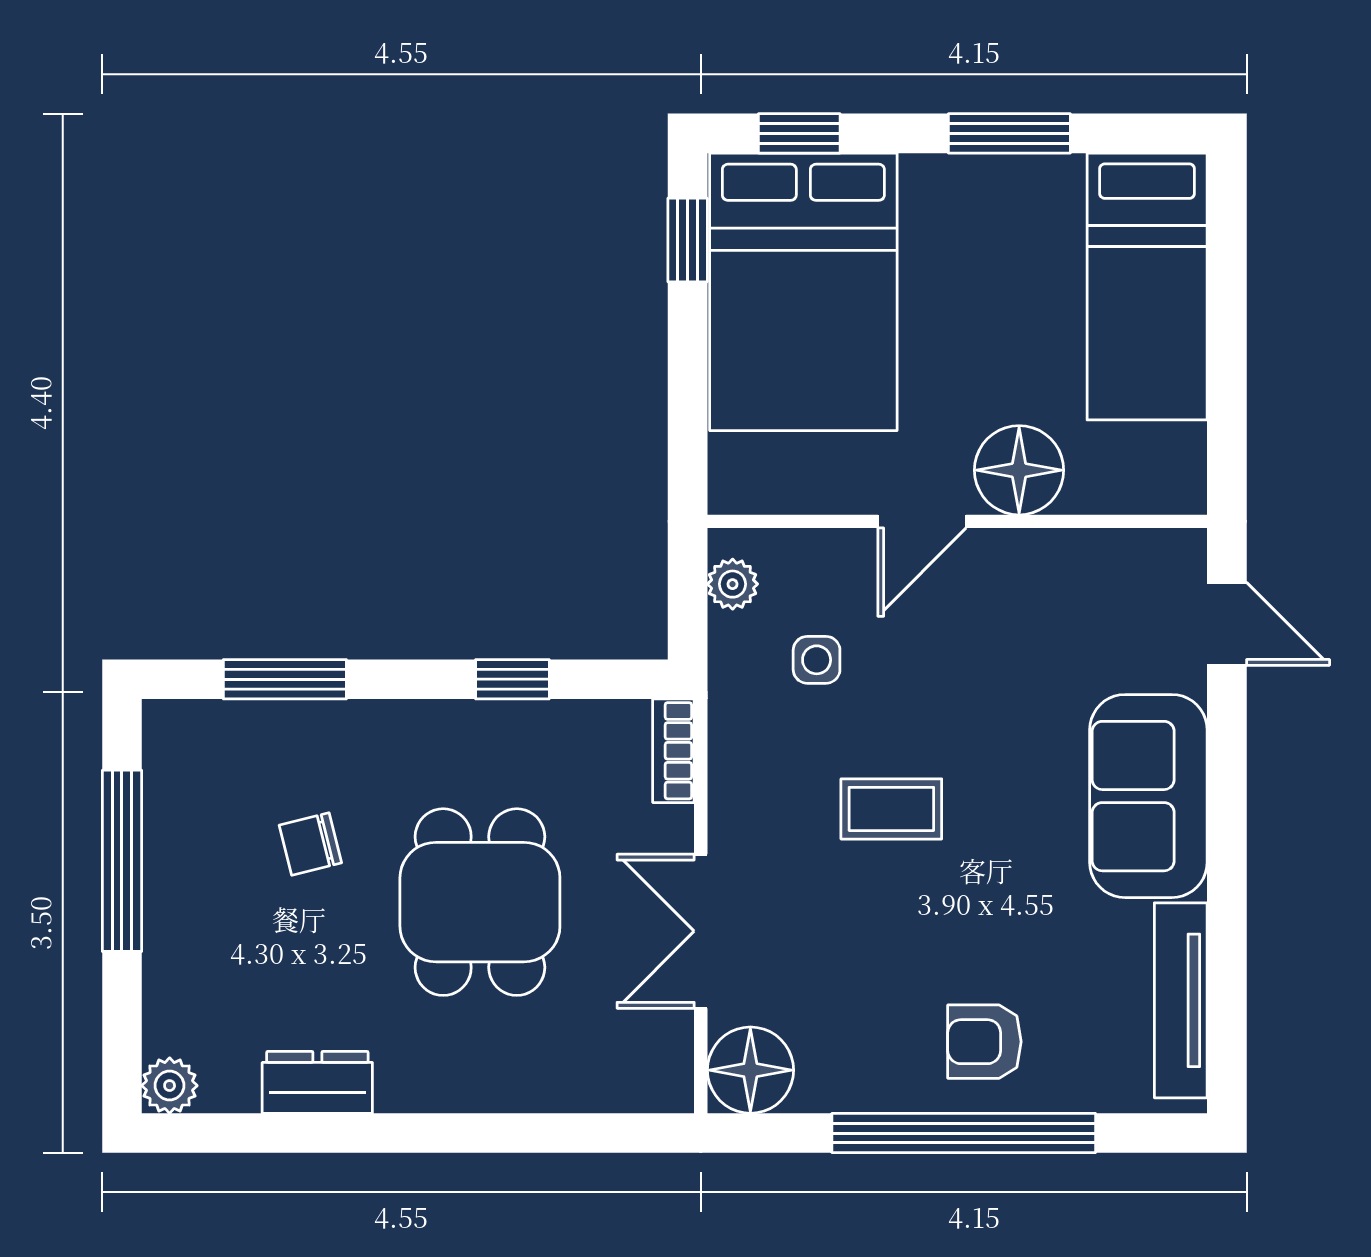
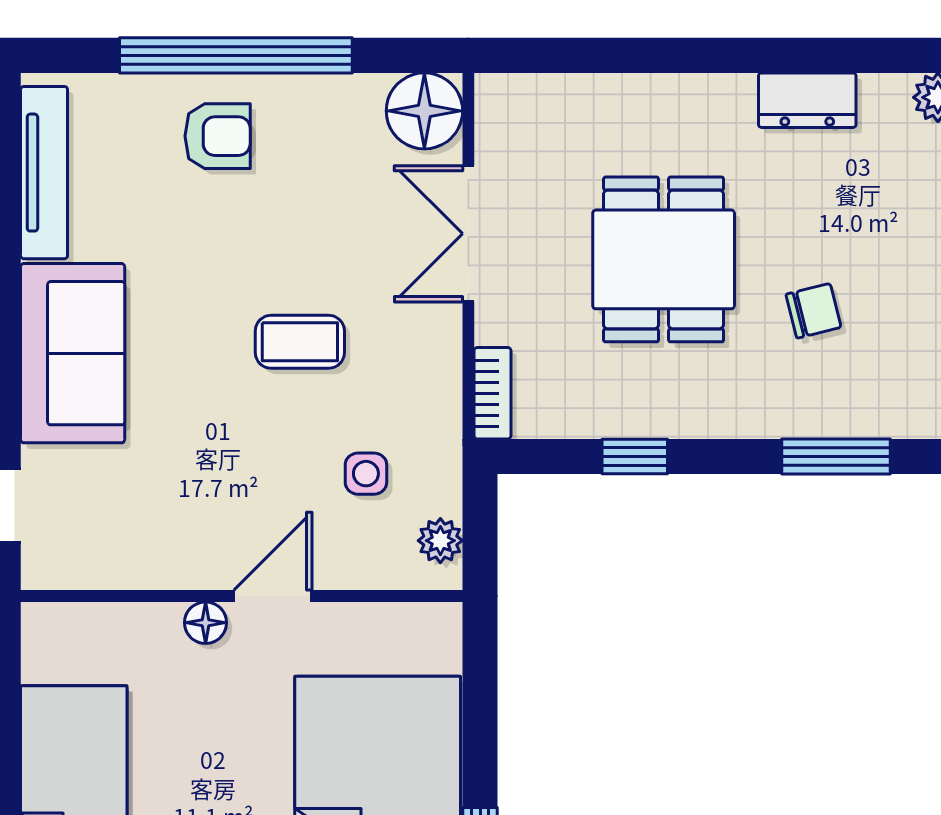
floor lamp: (1019, 470) -> (206, 623), width x0.53, depth x0.53
double door: (701, 931) -> (468, 234), swing flipped

